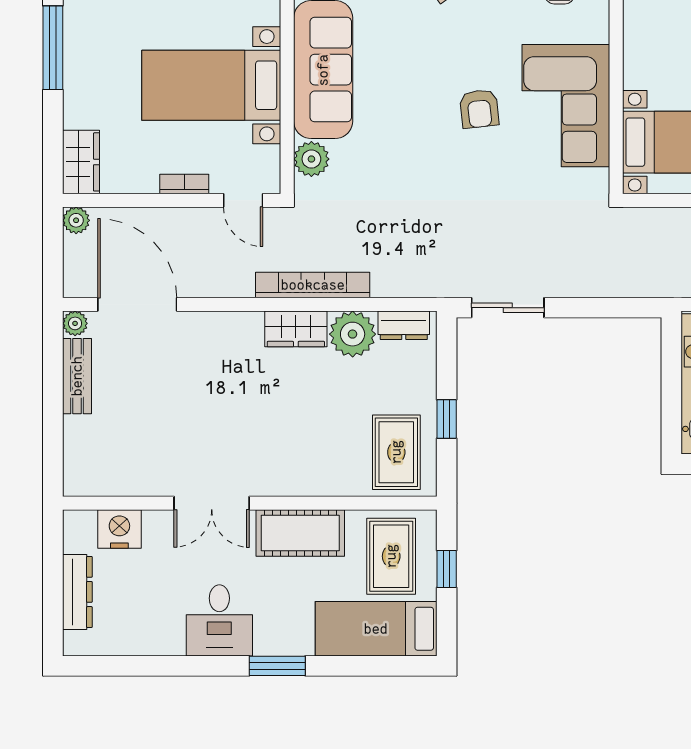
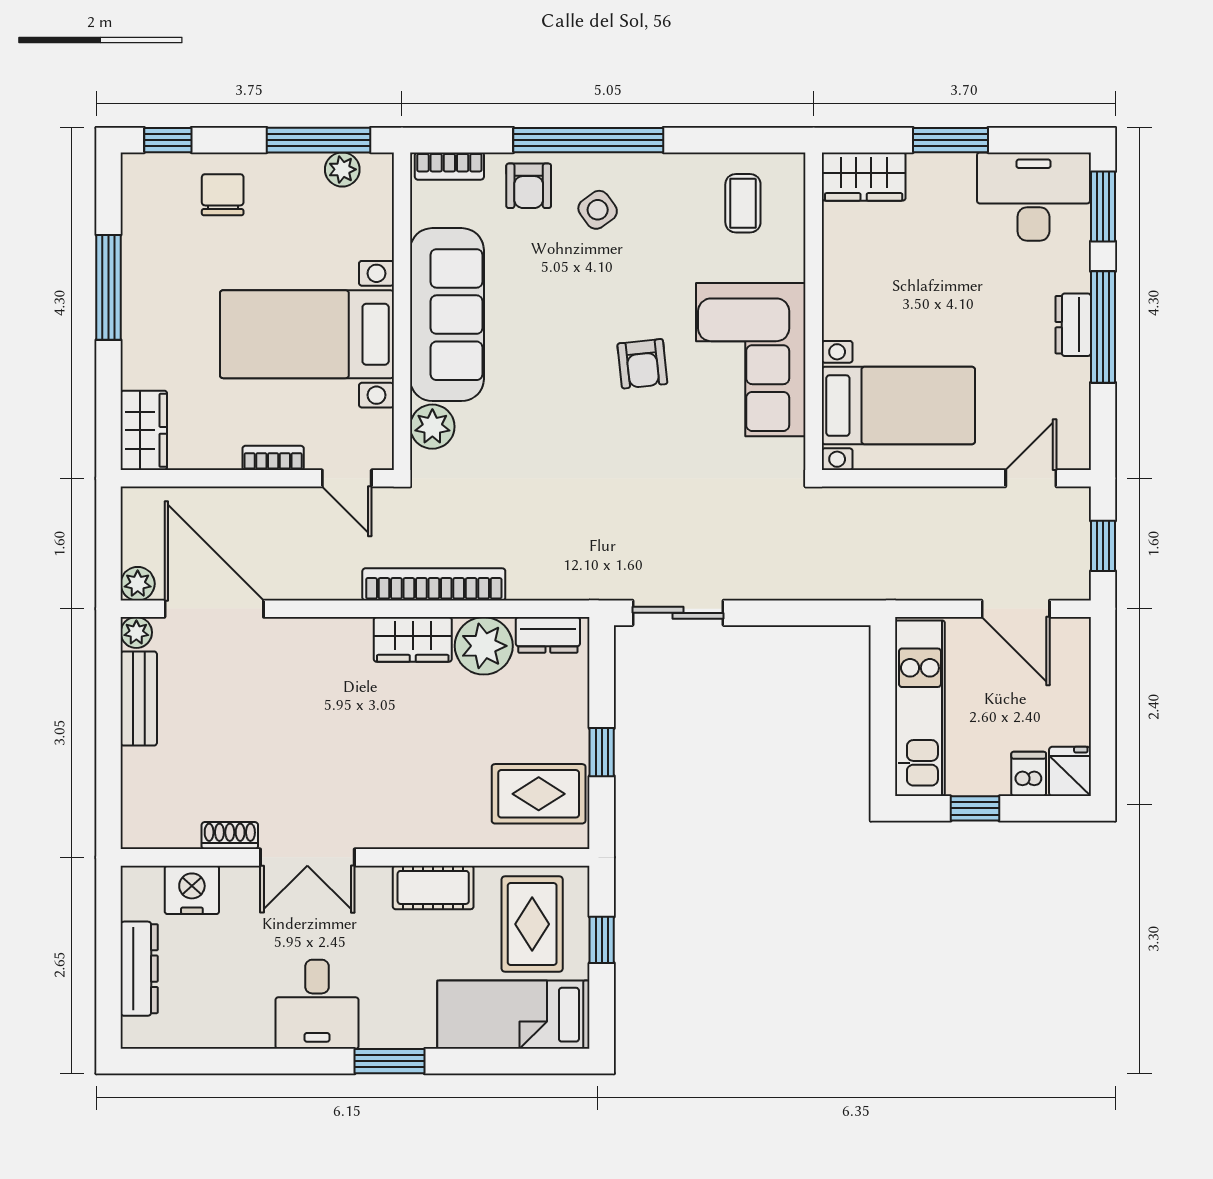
plant: (76, 220) -> (138, 584), moved
rug: (396, 452) -> (539, 794), turned 90
shoe rack: (150, 486) -> (230, 836), added
cot: (300, 533) -> (433, 887), width x0.73, depth x0.75

